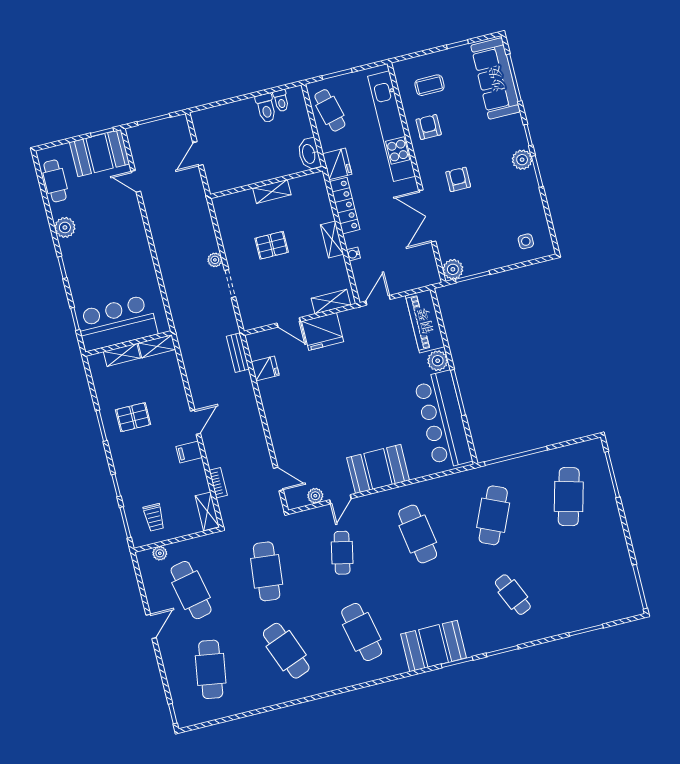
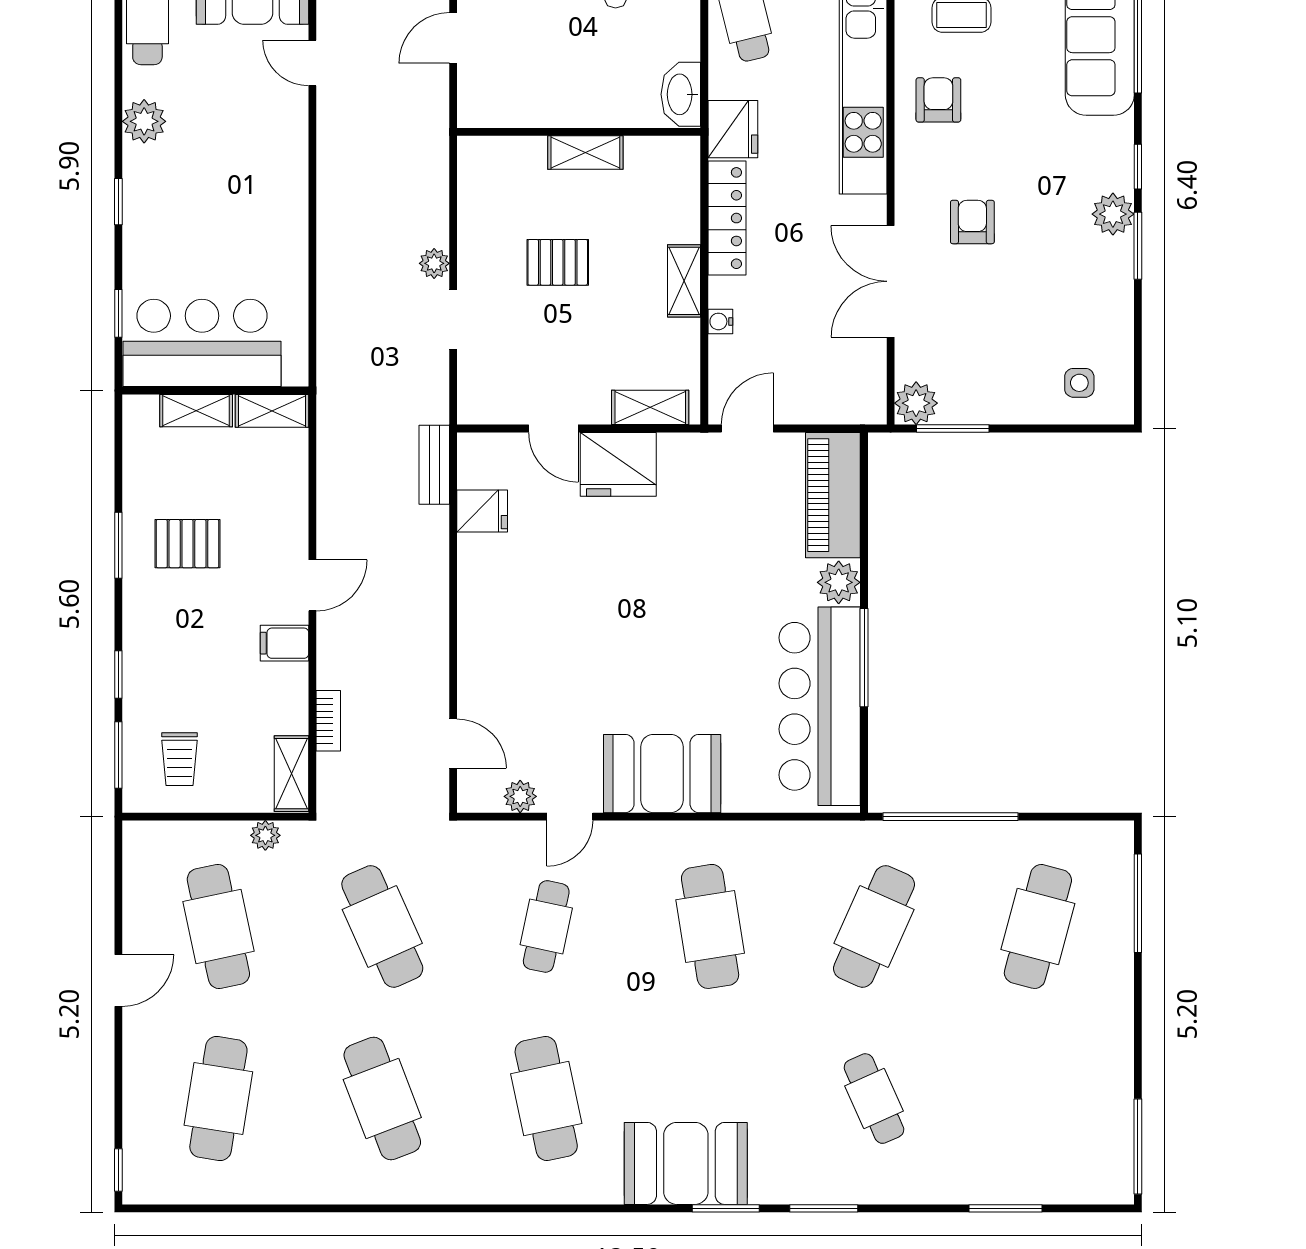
plant: (160, 553) -> (265, 835), moved
cafe table: (267, 571) -> (382, 926), turned -30

